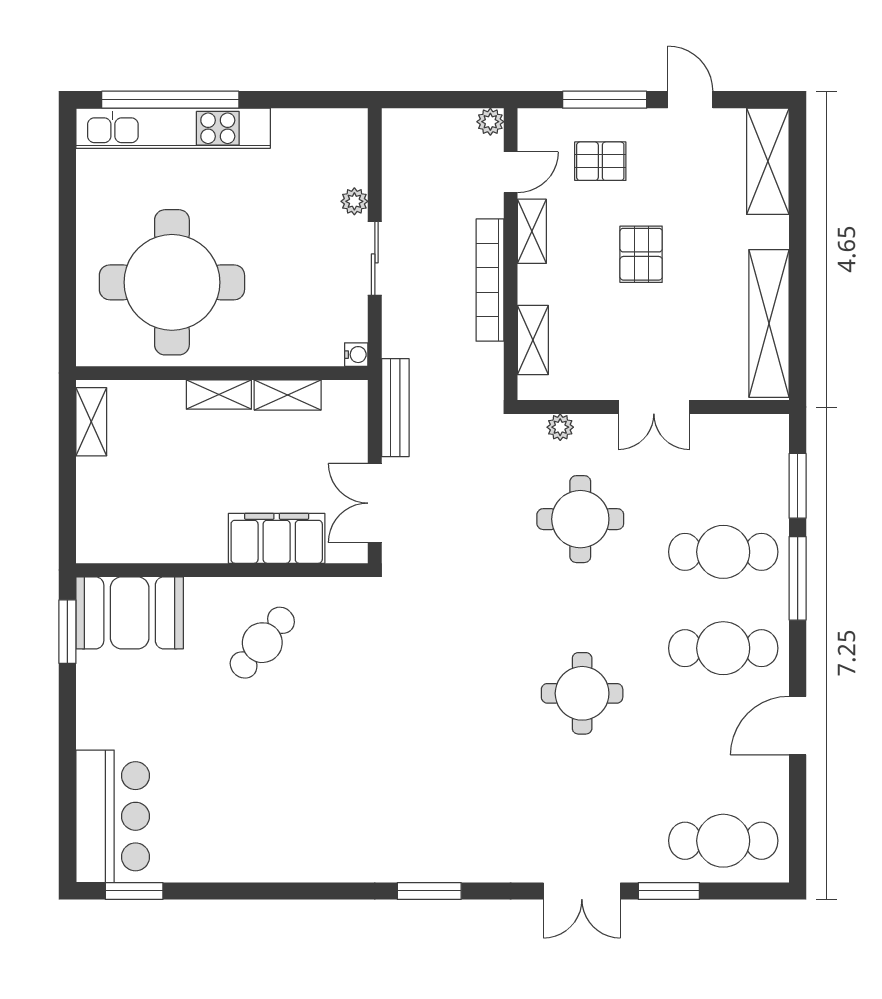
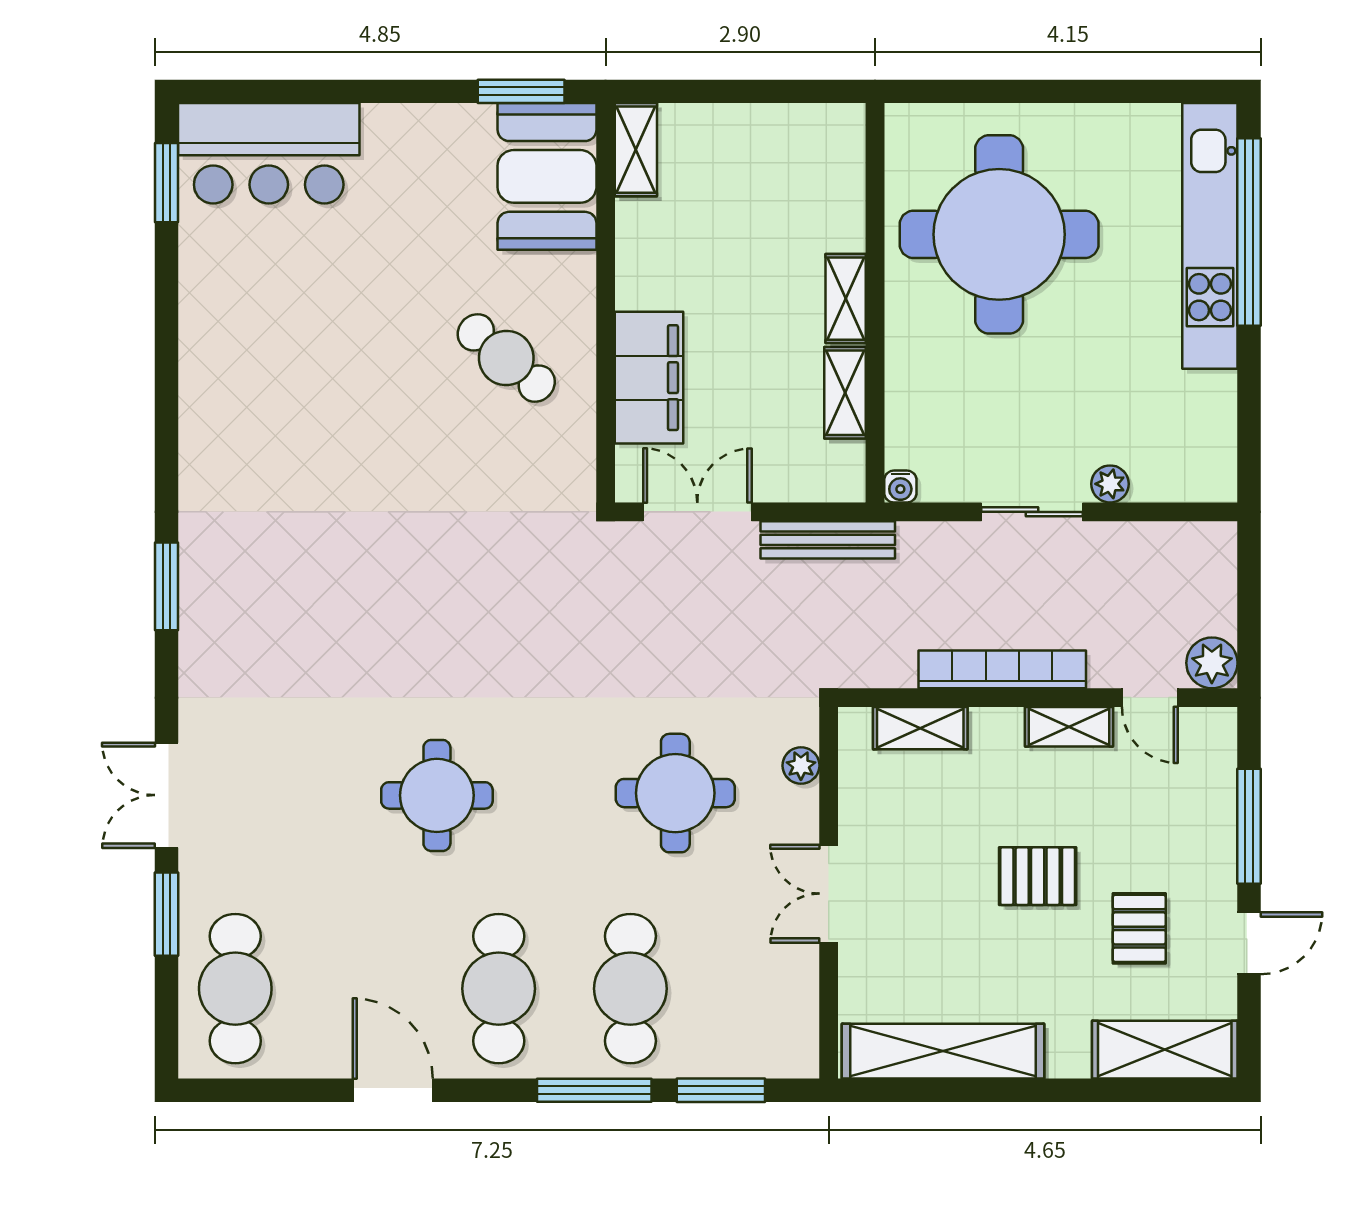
plant: (490, 122) -> (1212, 663), width x1.38, depth x1.38
pallet: (600, 161) -> (1139, 928), moved
shelving: (91, 422) -> (636, 150), moved, turned 90

